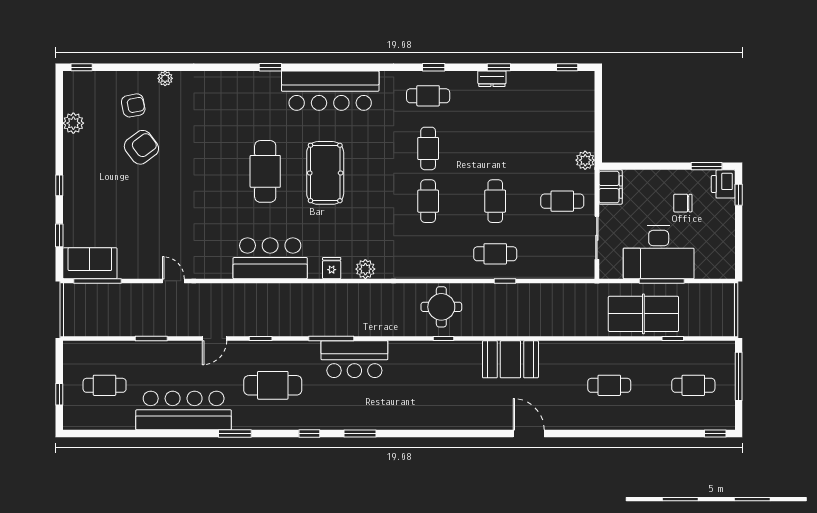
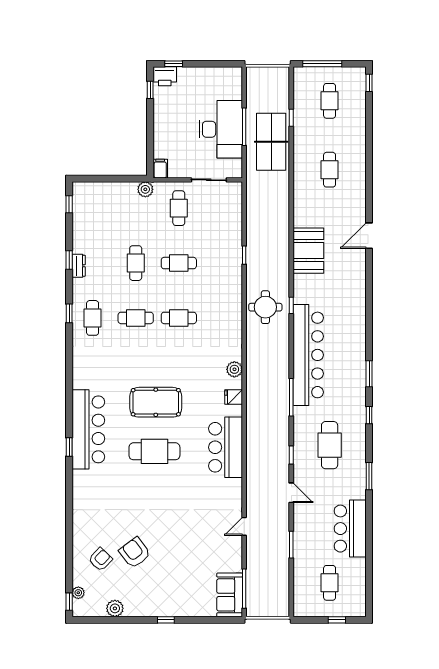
plant: (165, 78) -> (78, 593), moved
bar counter: (330, 91) -> (88, 429), moved
armchair: (133, 105) -> (100, 559), turned 55
window: (707, 166) -> (150, 90), width x0.67
filing cabinet: (611, 187) -> (160, 169), width x0.50
chair: (683, 203) -> (180, 109), removed
window: (59, 235) -> (207, 620), removed
cafe table: (495, 254) -> (136, 263), moved
bar counter: (354, 359) -> (308, 355), width x1.86
bar counter: (184, 410) -> (350, 529), width x0.73

